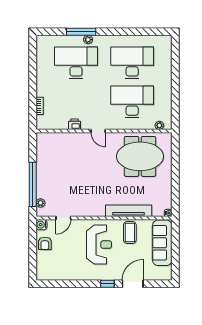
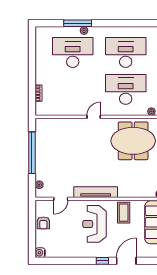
printer: (75, 124) -> (71, 110), removed
door: (98, 131) -> (94, 117), swing flipped
window: (33, 184) -> (32, 153), moved
tv unit: (129, 211) -> (96, 192), moved
water cooler: (41, 225) -> (40, 253), moved
reception desk: (99, 245) -> (94, 224), turned 180

